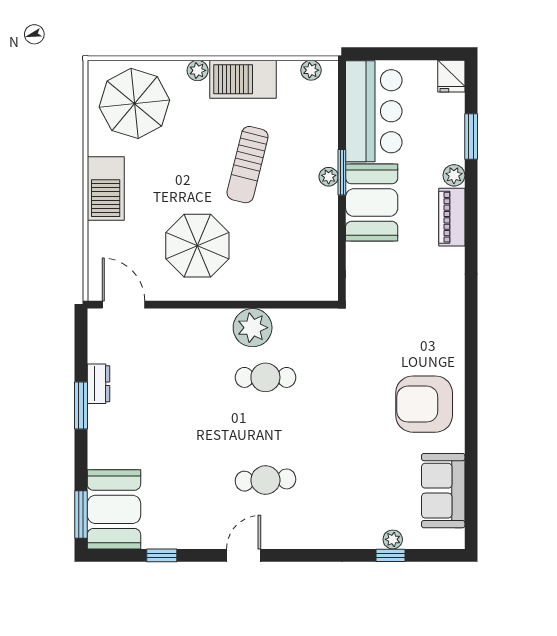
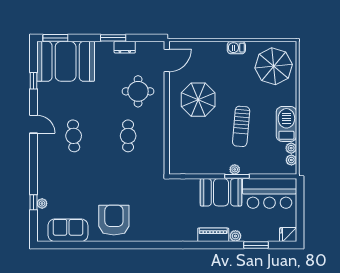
plant: (198, 70) -> (291, 148), moved
sun lounger: (248, 165) -> (241, 126), turned -99
barbecue: (106, 189) -> (236, 48), width x0.53, depth x0.65
plant: (253, 328) -> (155, 129), removed
round table: (182, 359) -> (138, 91), added
booth: (114, 509) -> (66, 61), width x1.36, depth x1.42

